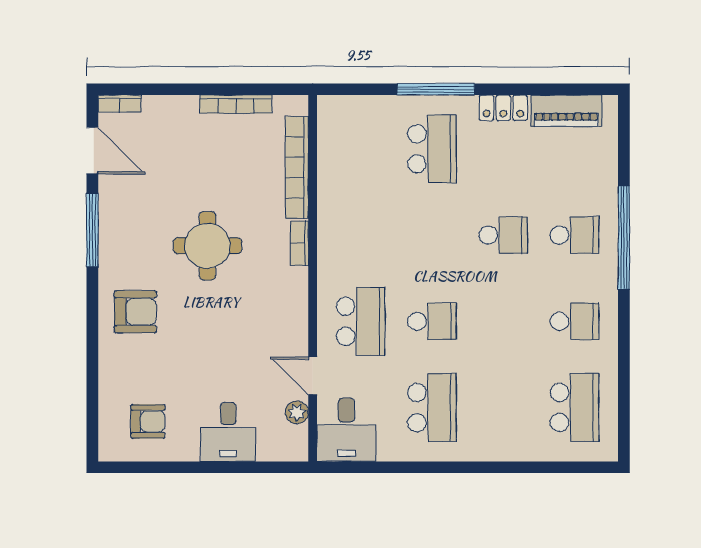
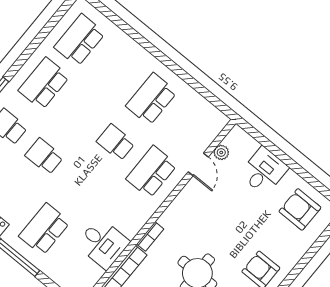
school desk: (574, 321) -> (44, 84), width x1.85
armchair: (148, 421) -> (300, 209), width x1.38, depth x1.38
desk: (346, 430) -> (103, 243), moved, turned 90

